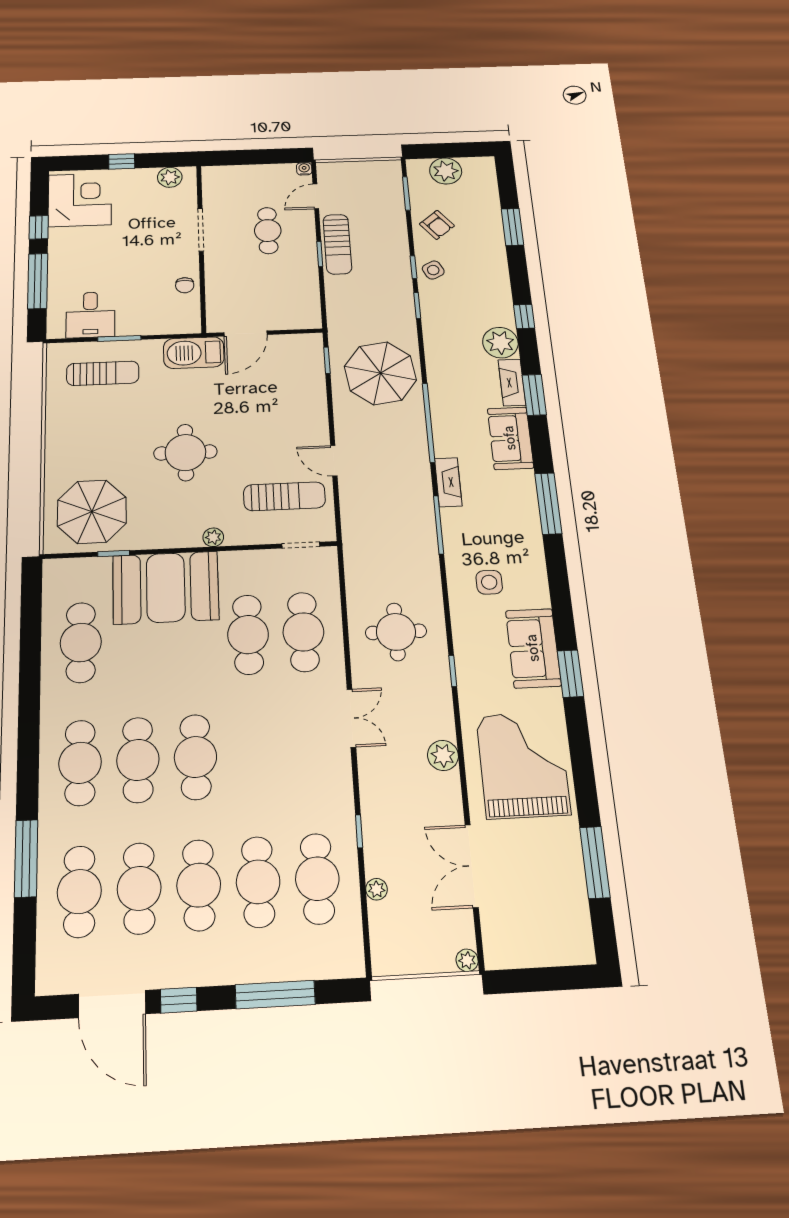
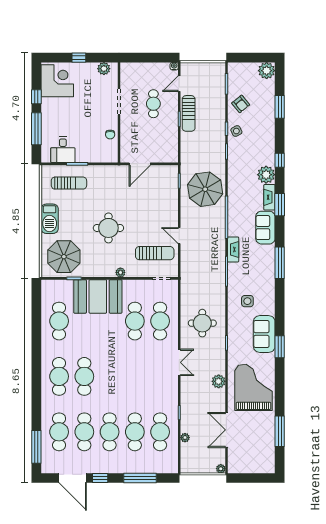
plant: (446, 171) -> (267, 71), moved
barbecue: (194, 353) -> (50, 219), moved, turned -90
cafe table: (195, 757) -> (110, 376), removed
window: (26, 858) -> (36, 447), moved

